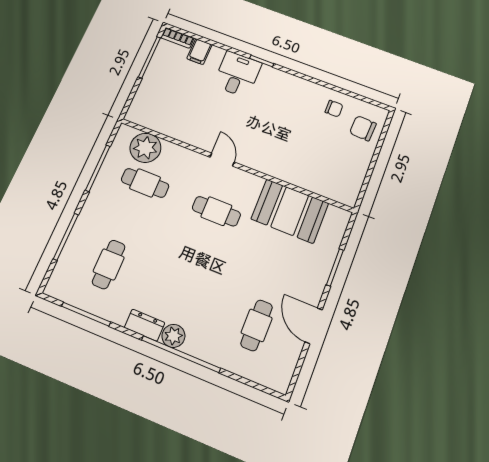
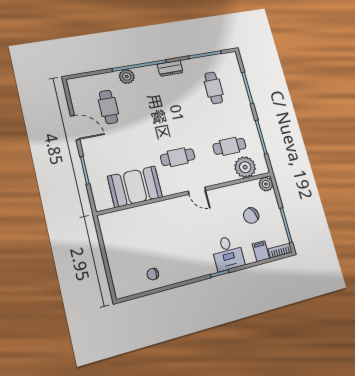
plant: (136, 114) -> (266, 184), added
chair: (363, 128) -> (251, 216), moved, turned 152
plant: (173, 336) -> (127, 76), moved

